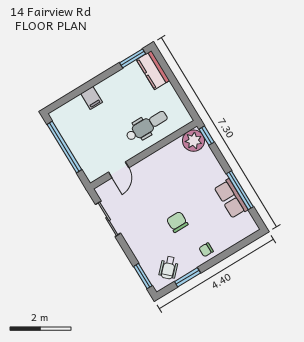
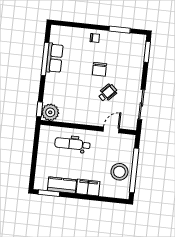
kitchen counter: (153, 70) -> (62, 185), moved, turned -90
filing cabinet: (92, 98) -> (88, 187), width x2.00
stool: (78, 134) -> (119, 172), added
wheelchair: (169, 268) -> (107, 93), moved

